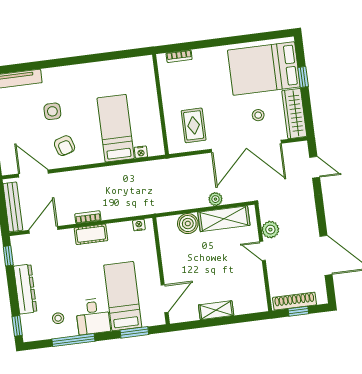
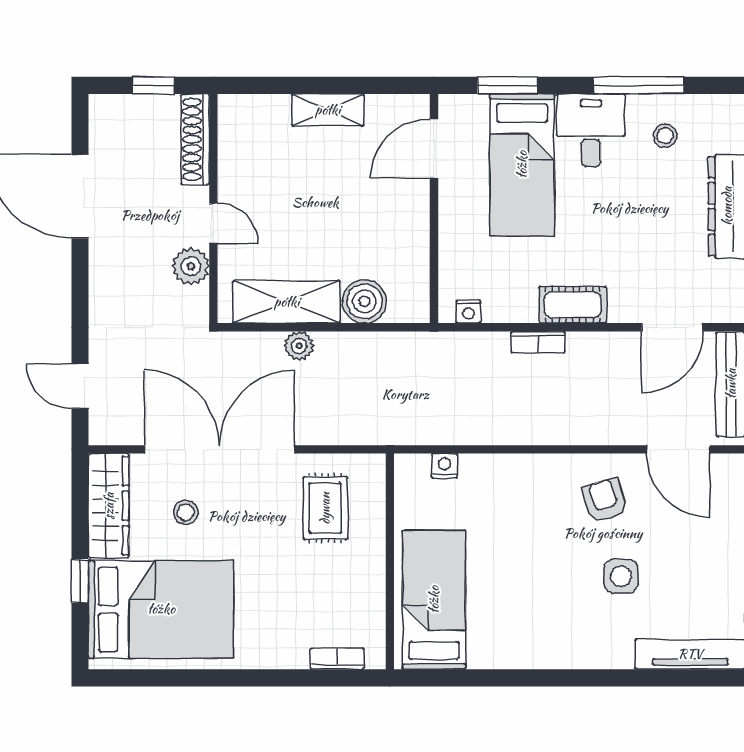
bed: (116, 128) -> (434, 600), moved, turned 180
bookcase: (88, 217) -> (538, 342), moved
shoe rack: (295, 301) -> (195, 139), moved, turned 90

